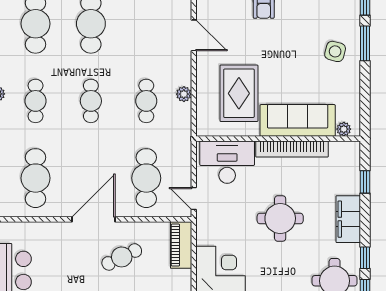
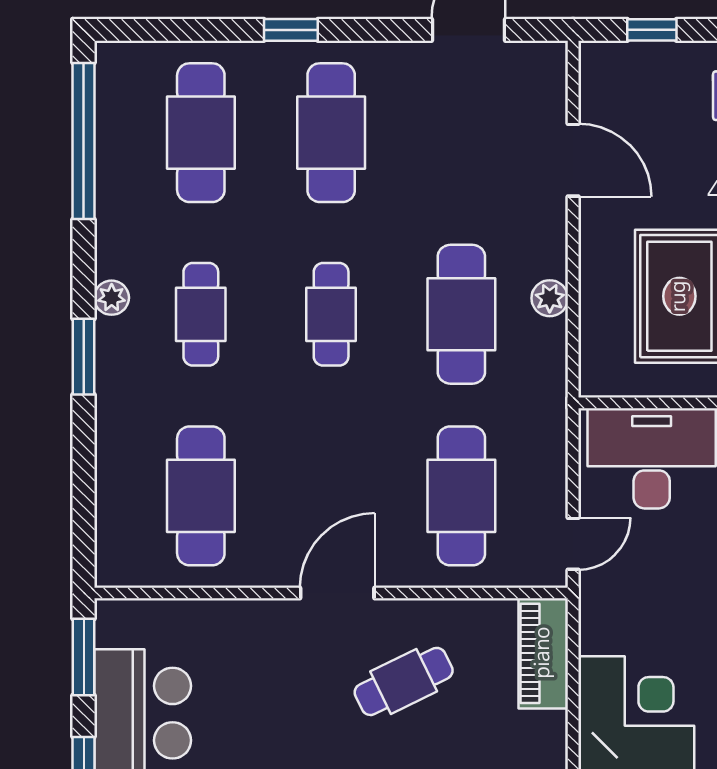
cafe table: (146, 101) -> (461, 314), width x1.37, depth x1.35
door: (194, 198) -> (573, 544), swing flipped
door: (94, 219) -> (337, 593), width x0.73

